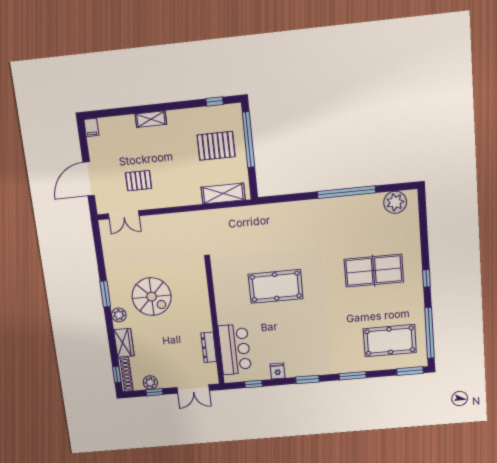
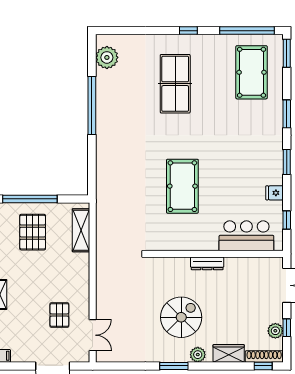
dresser: (209, 347) -> (207, 263), moved

